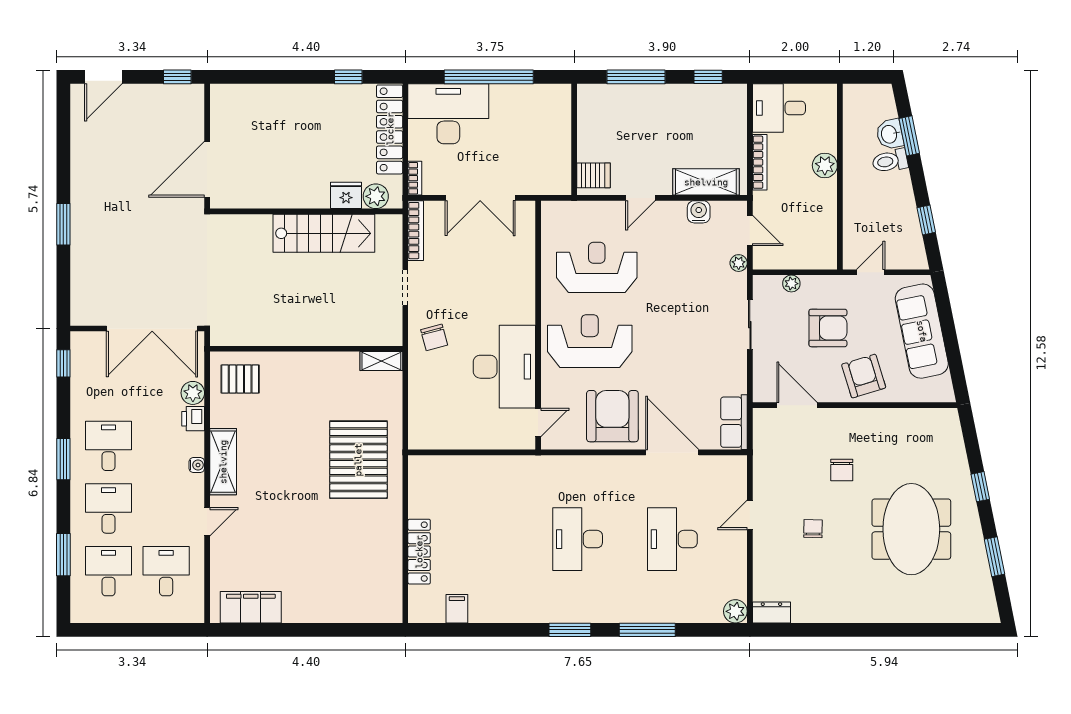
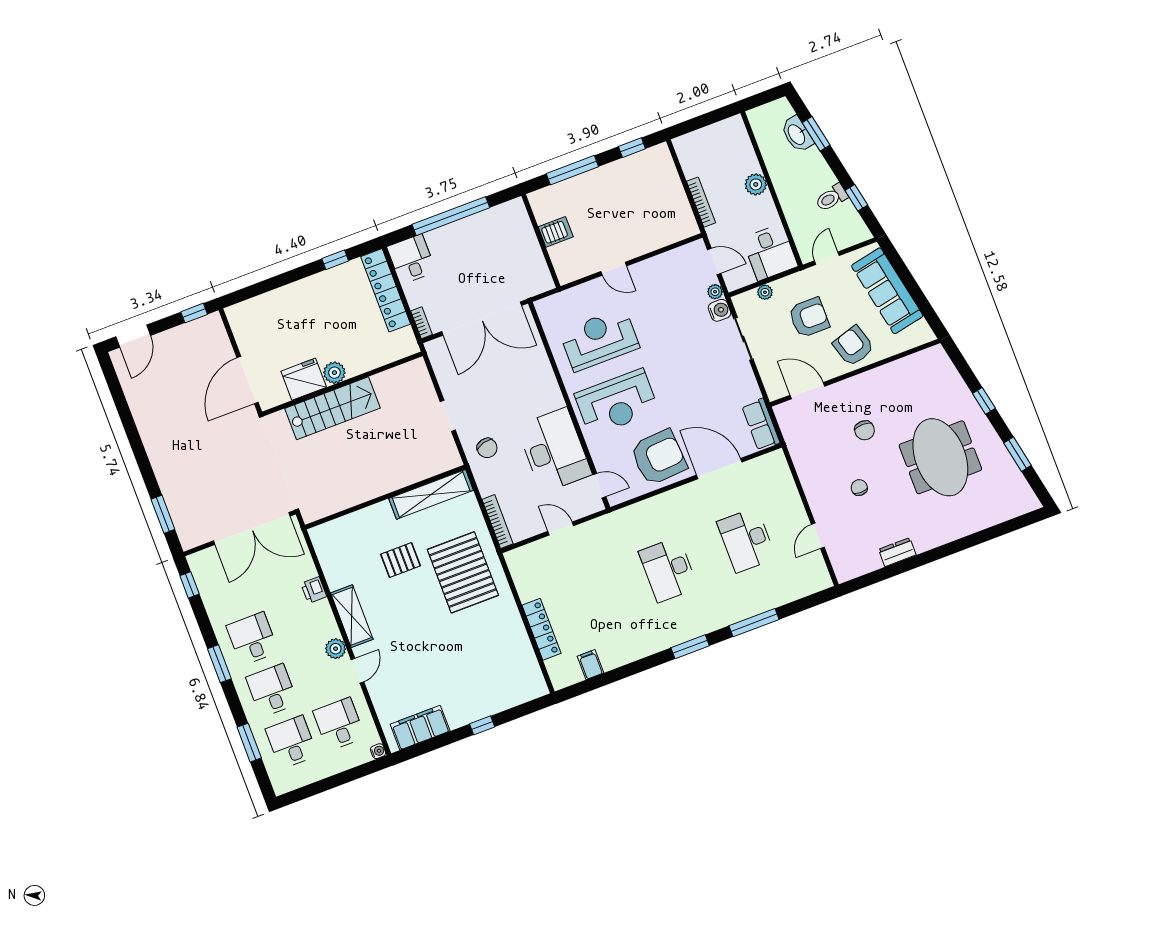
desk: (779, 108) -> (770, 252), moved, turned -90
desk: (448, 114) -> (411, 259), width x0.53, depth x0.77
washbasin: (890, 134) -> (797, 134), width x1.38
toilet: (890, 161) -> (831, 198), moved
server rack: (594, 175) -> (556, 232), moved
shelving: (706, 182) -> (663, 235), removed
fridge: (346, 195) -> (304, 379), moved, width x1.36, depth x1.34
plant: (376, 196) -> (334, 373), moved
double door: (480, 198) -> (482, 319), width x1.36
door: (640, 198) -> (614, 269), hinge flipped
water cooler: (699, 212) -> (719, 310), moved, turned 90
window: (63, 224) -> (163, 514), moved
bookcase: (416, 231) -> (498, 522), moved
stairs: (324, 233) -> (333, 408), moved
reception desk: (590, 341) -> (617, 402), turned 180
shelving: (381, 361) -> (431, 494), width x2.20, depth x1.33
pallet: (240, 379) -> (400, 560), moved
plant: (193, 393) -> (336, 649), moved
armchair: (612, 416) -> (659, 457), turned 86
door: (538, 422) -> (599, 486), hinge flipped
door: (480, 452) -> (561, 529), added
water cooler: (197, 465) -> (378, 751), moved
door: (750, 515) -> (818, 536), moved
plant: (735, 611) -> (821, 580), removed
dresser: (771, 612) -> (897, 552), moved
window: (318, 630) -> (482, 725), added

